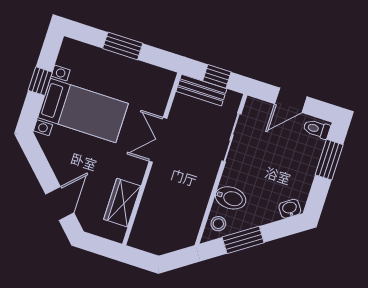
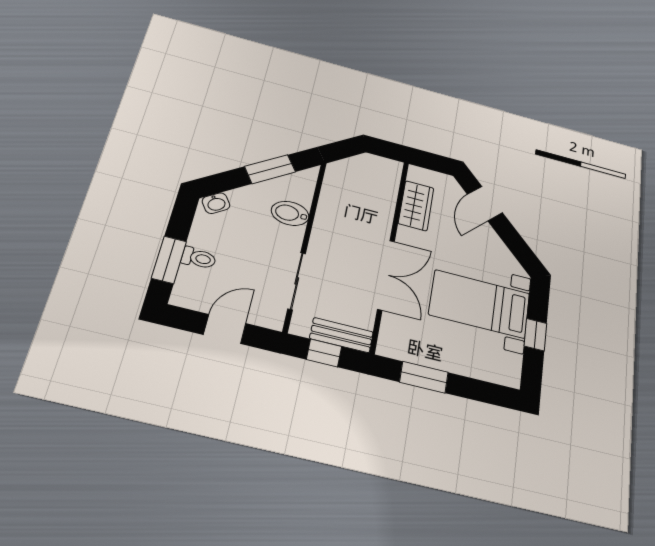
window: (123, 46) -> (424, 377), moved
toilet: (317, 129) -> (199, 258), moved
double door: (158, 140) -> (386, 275), width x1.37
stool: (218, 224) -> (302, 186), removed

